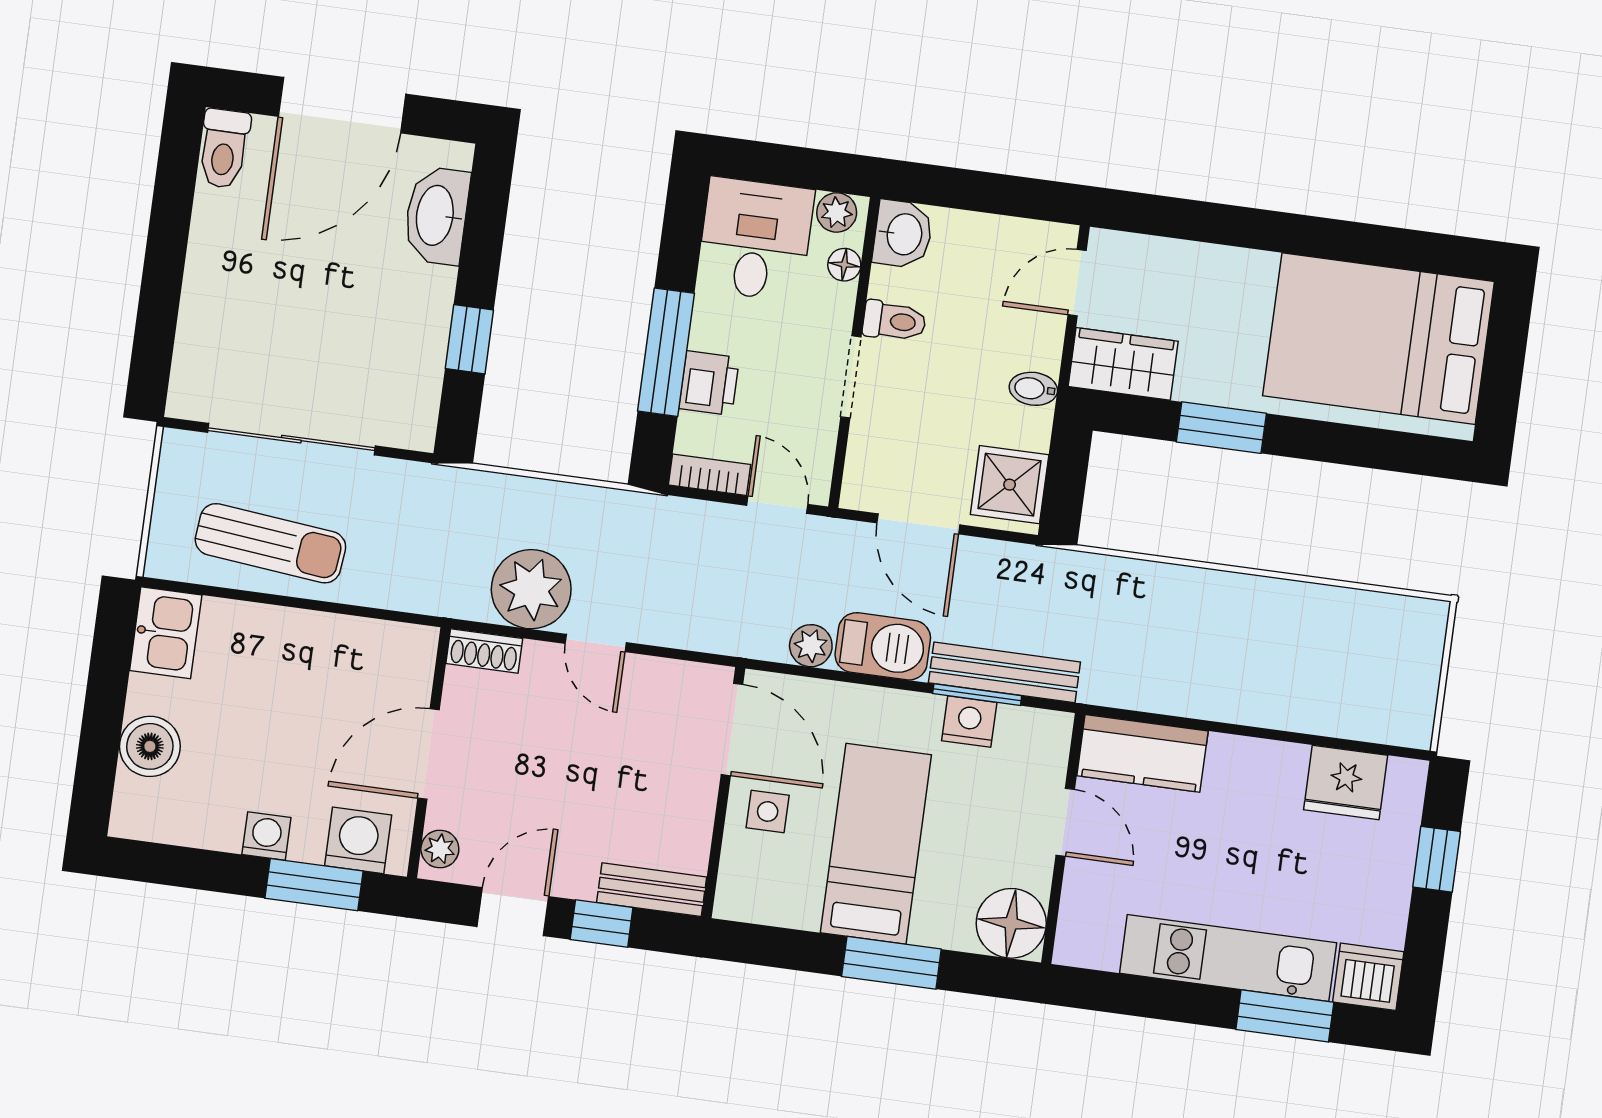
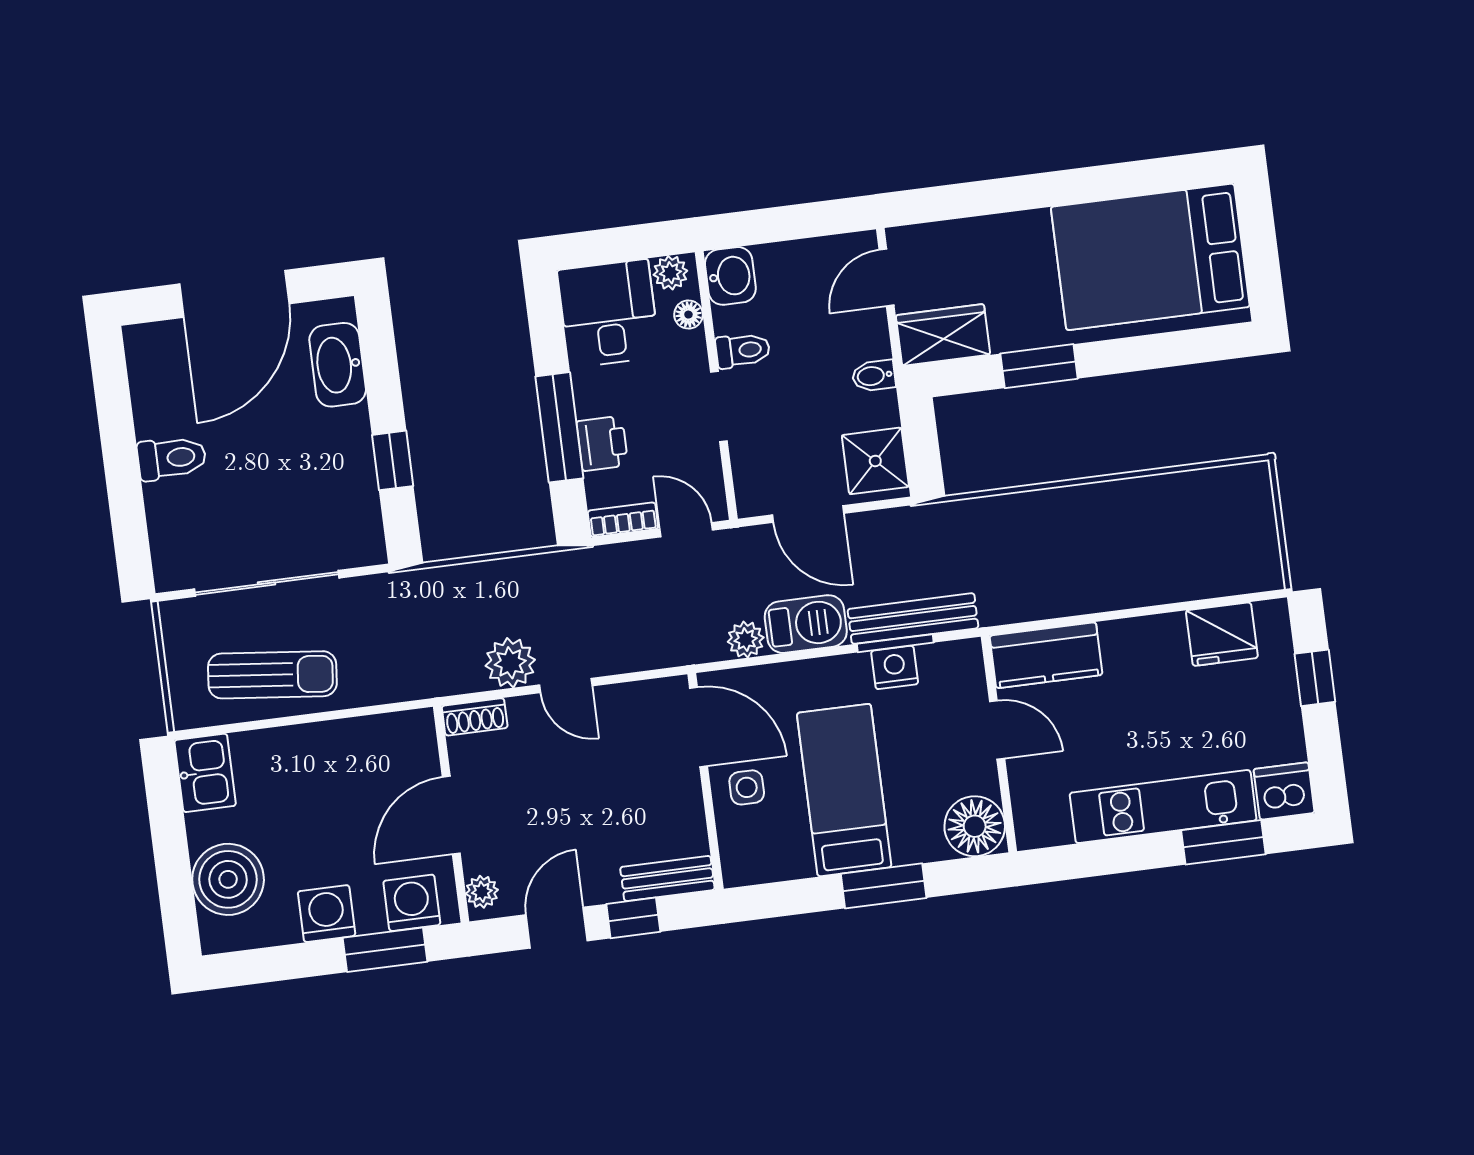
toilet: (224, 149) -> (172, 458), moved, turned -90
plant: (531, 589) -> (510, 663), width x0.73, depth x0.73
boiler: (150, 746) -> (228, 879), width x1.37, depth x1.37
washing machine: (266, 836) -> (327, 914), width x1.38, depth x1.38

